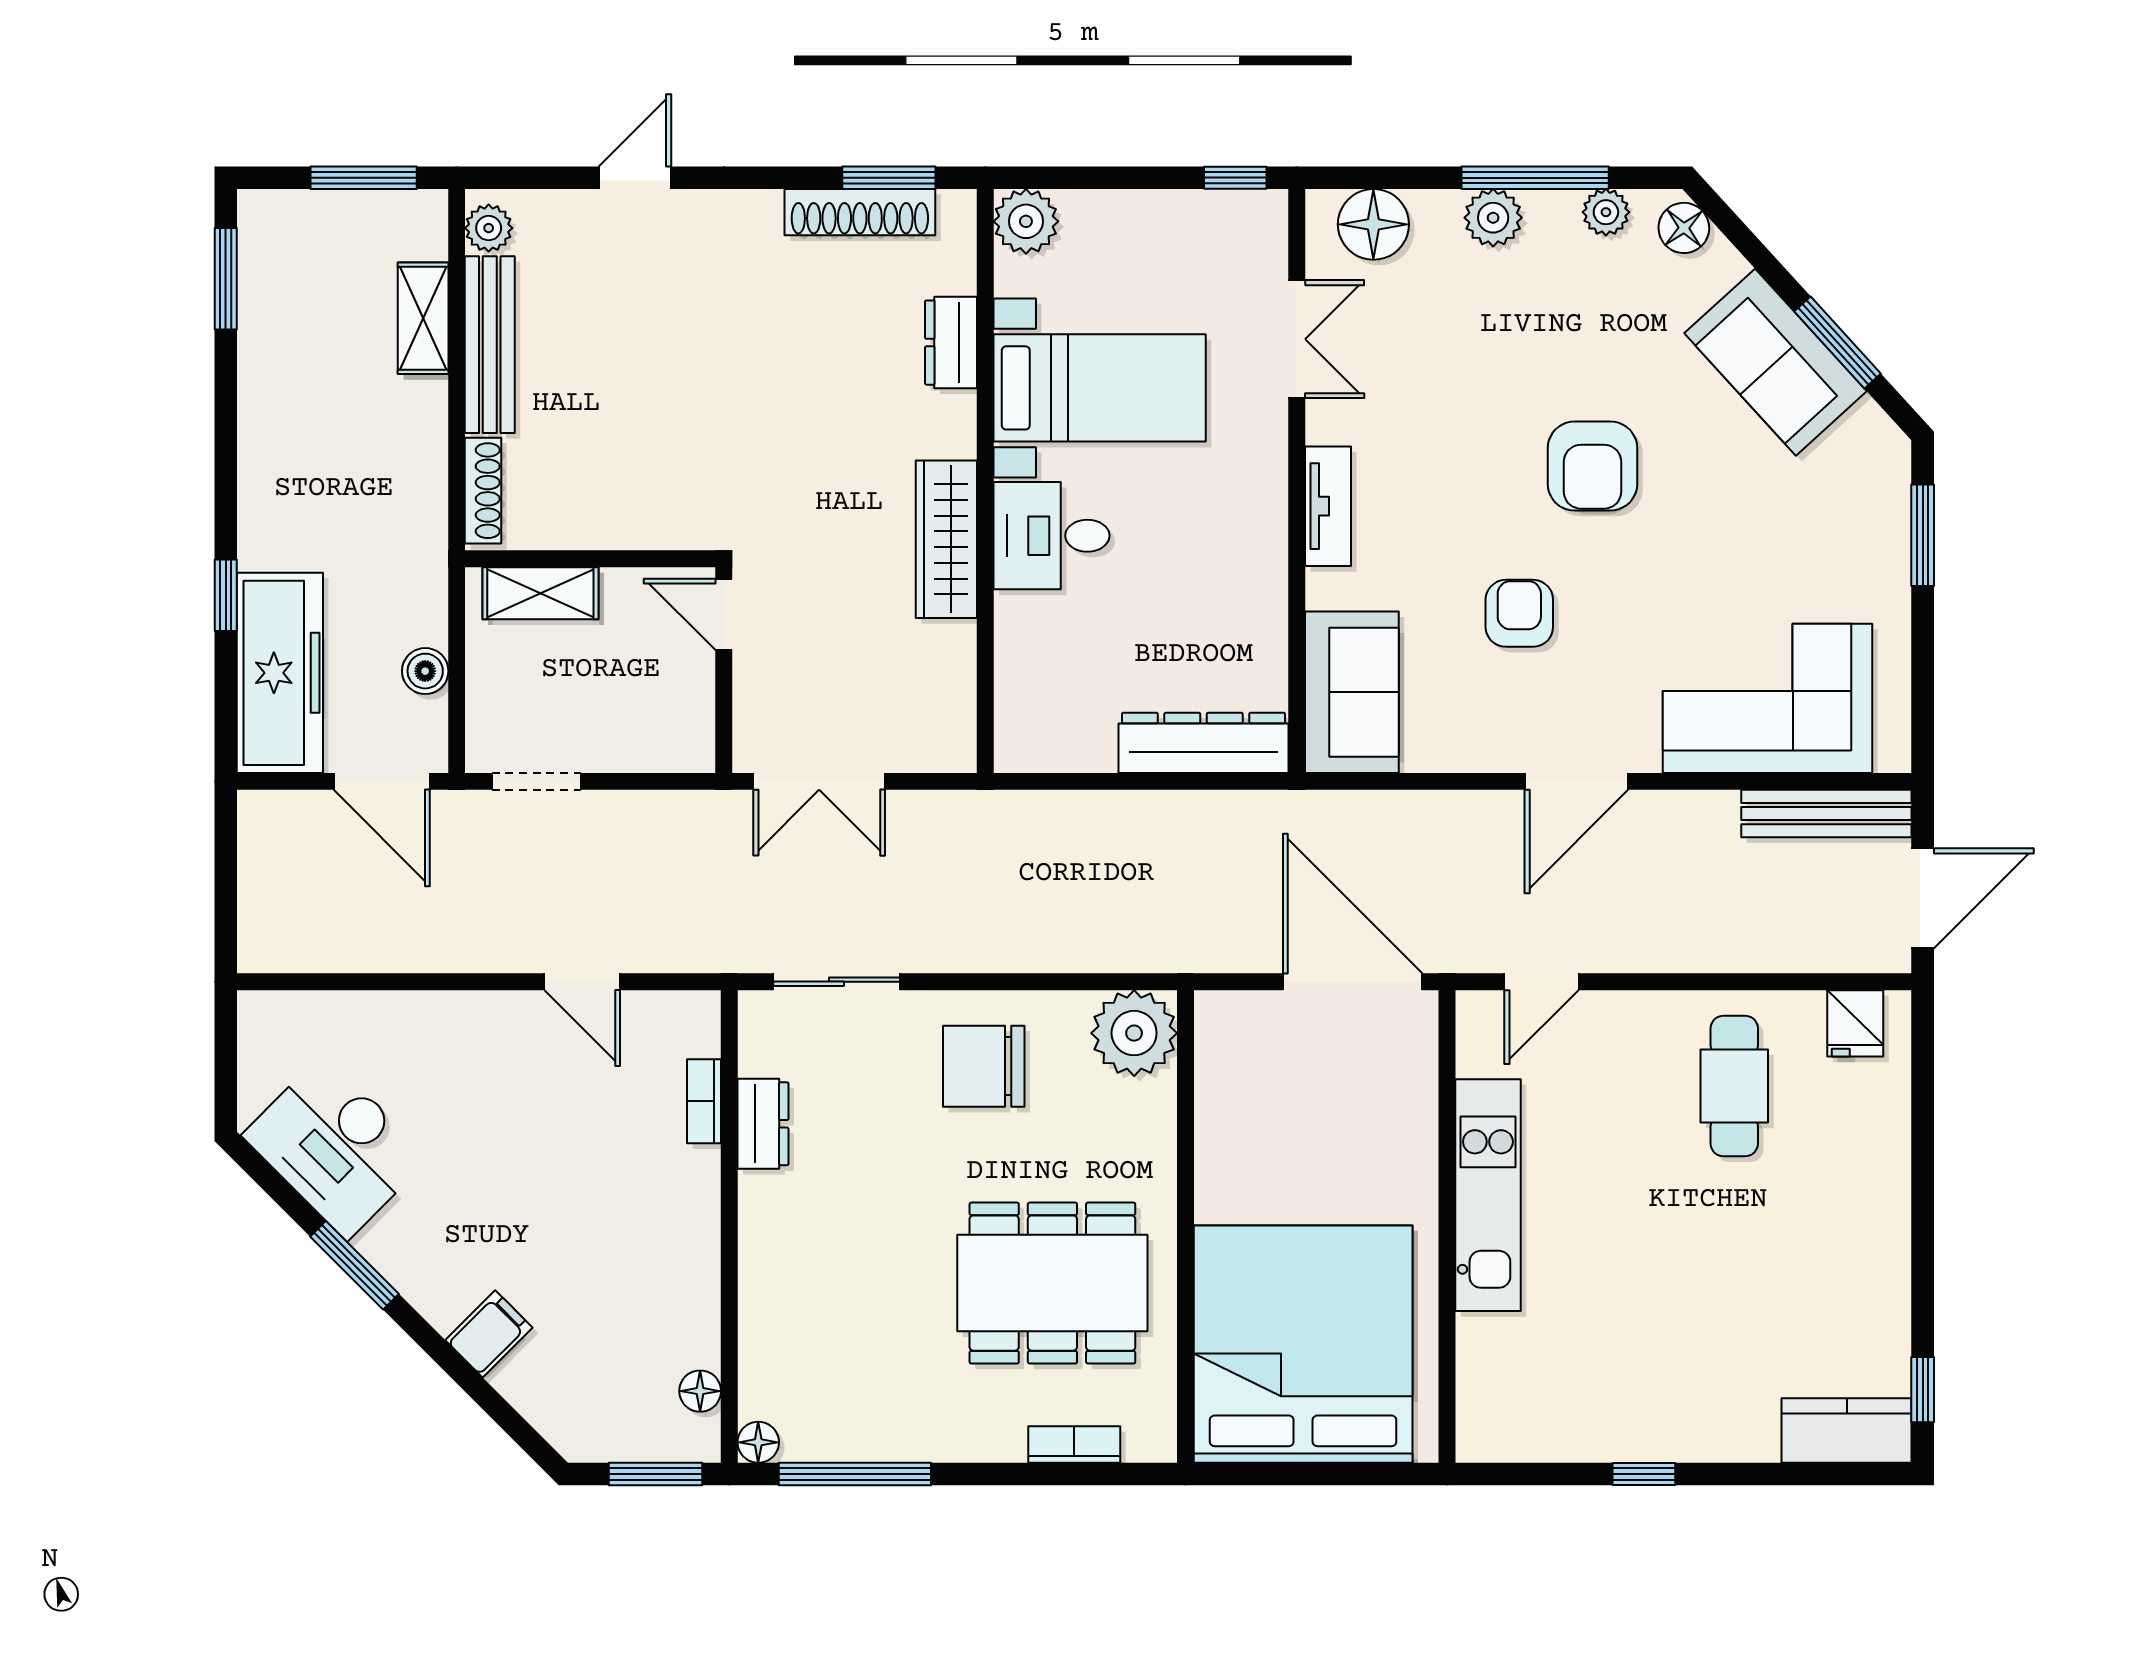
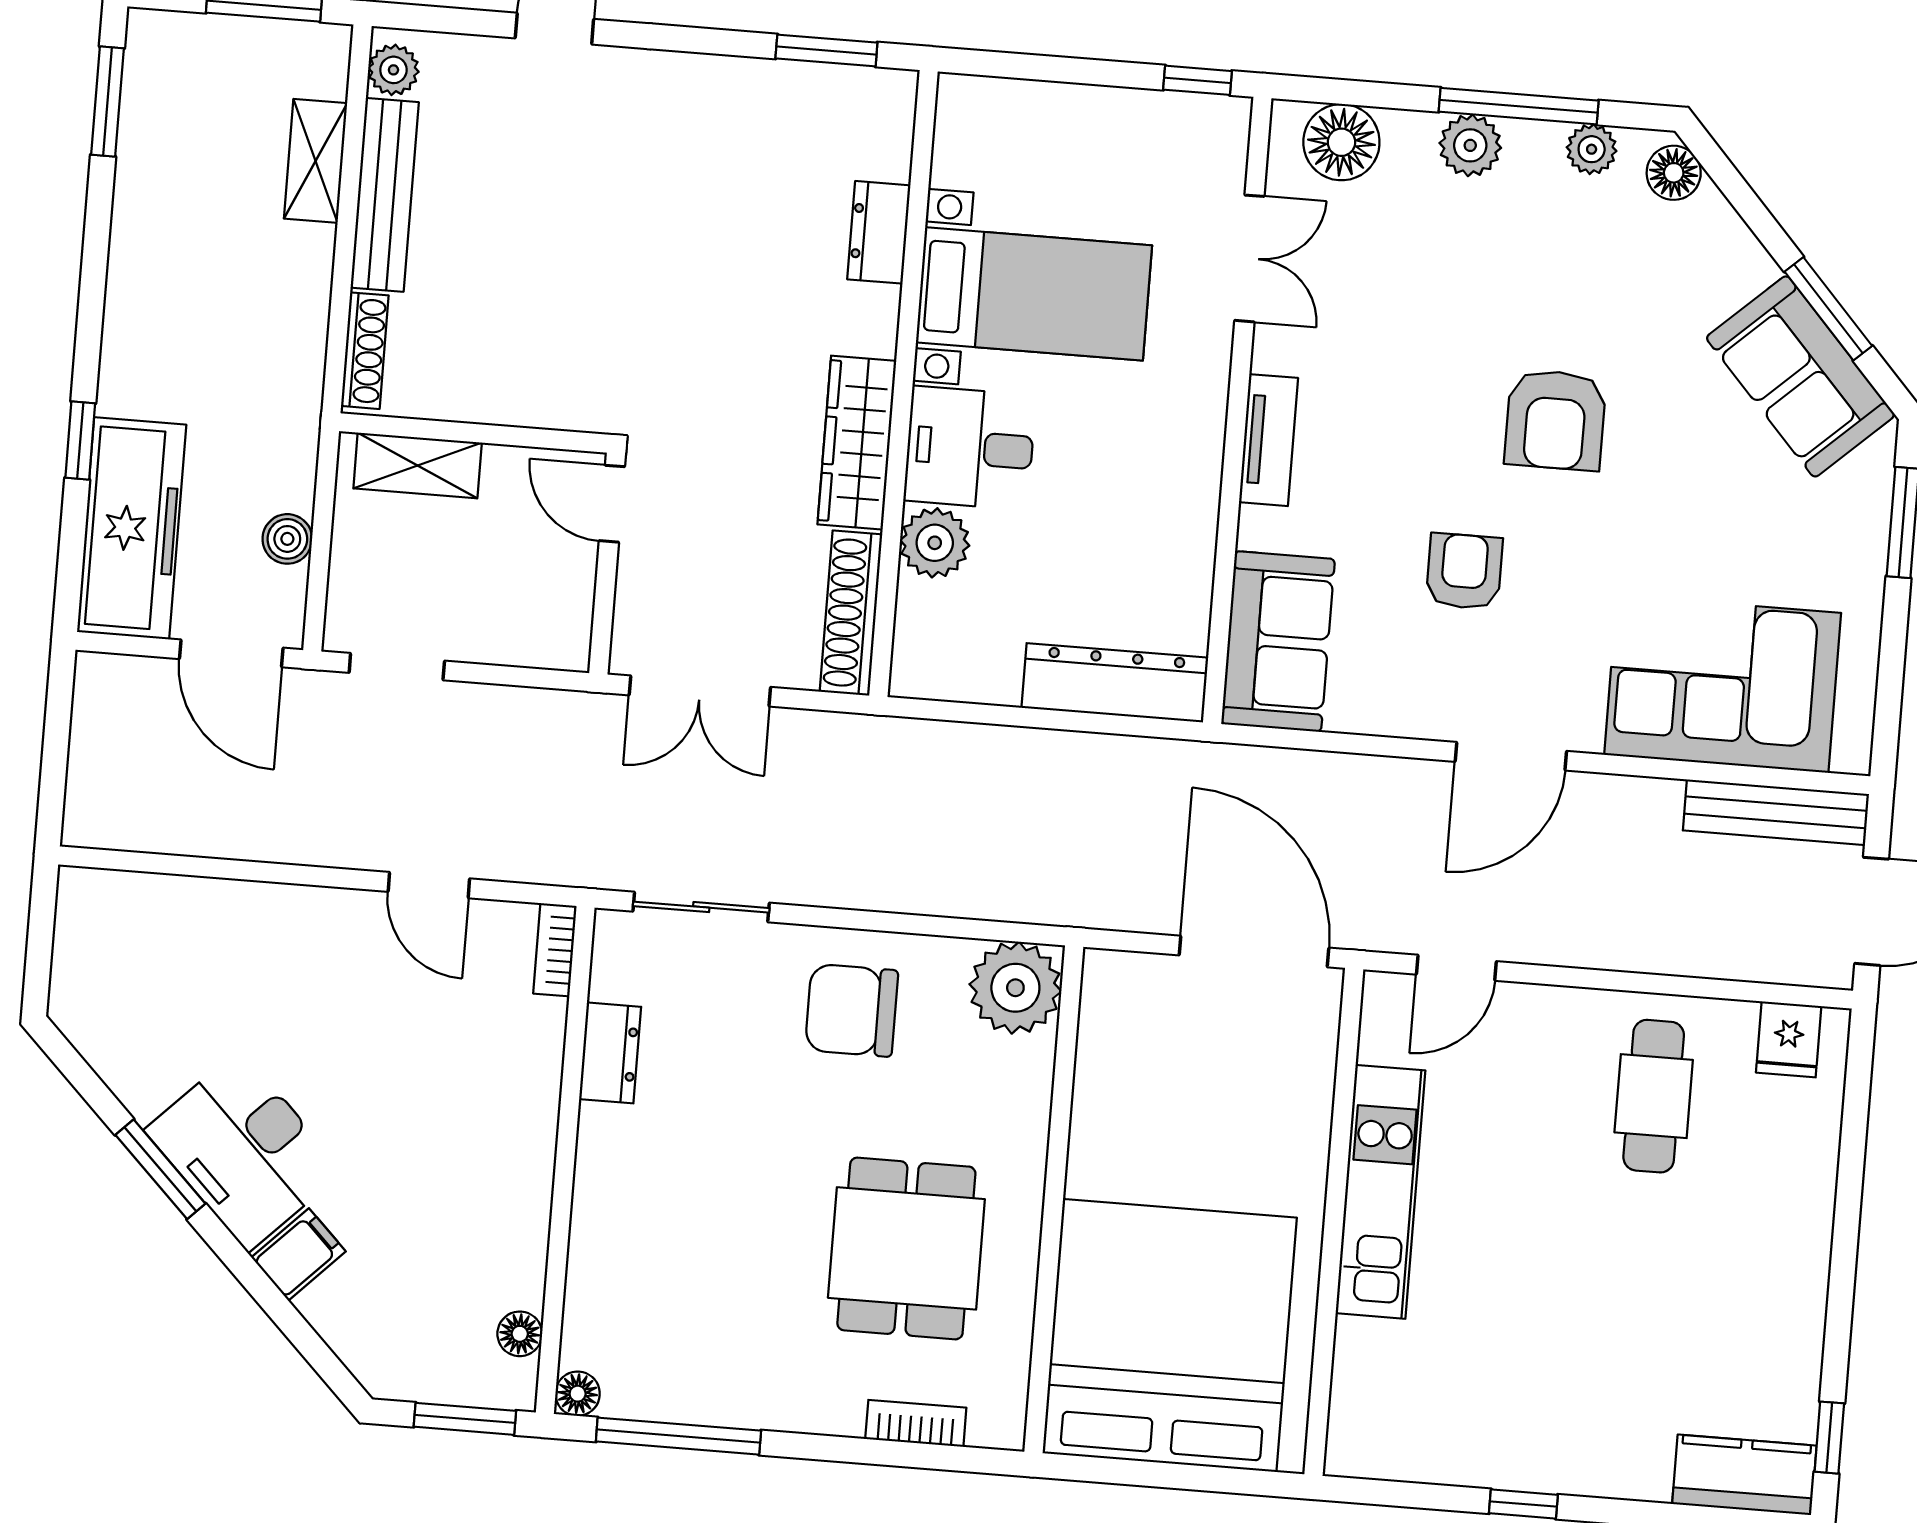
shoe rack: (860, 212) -> (851, 613), moved, turned 90
plant: (1026, 221) -> (935, 543), moved
sofa: (1775, 362) -> (1800, 376), moved
bookcase: (704, 1101) -> (555, 950), moved
desk: (336, 1147) -> (244, 1151), moved
dining table: (1052, 1283) -> (906, 1248), width x0.73

